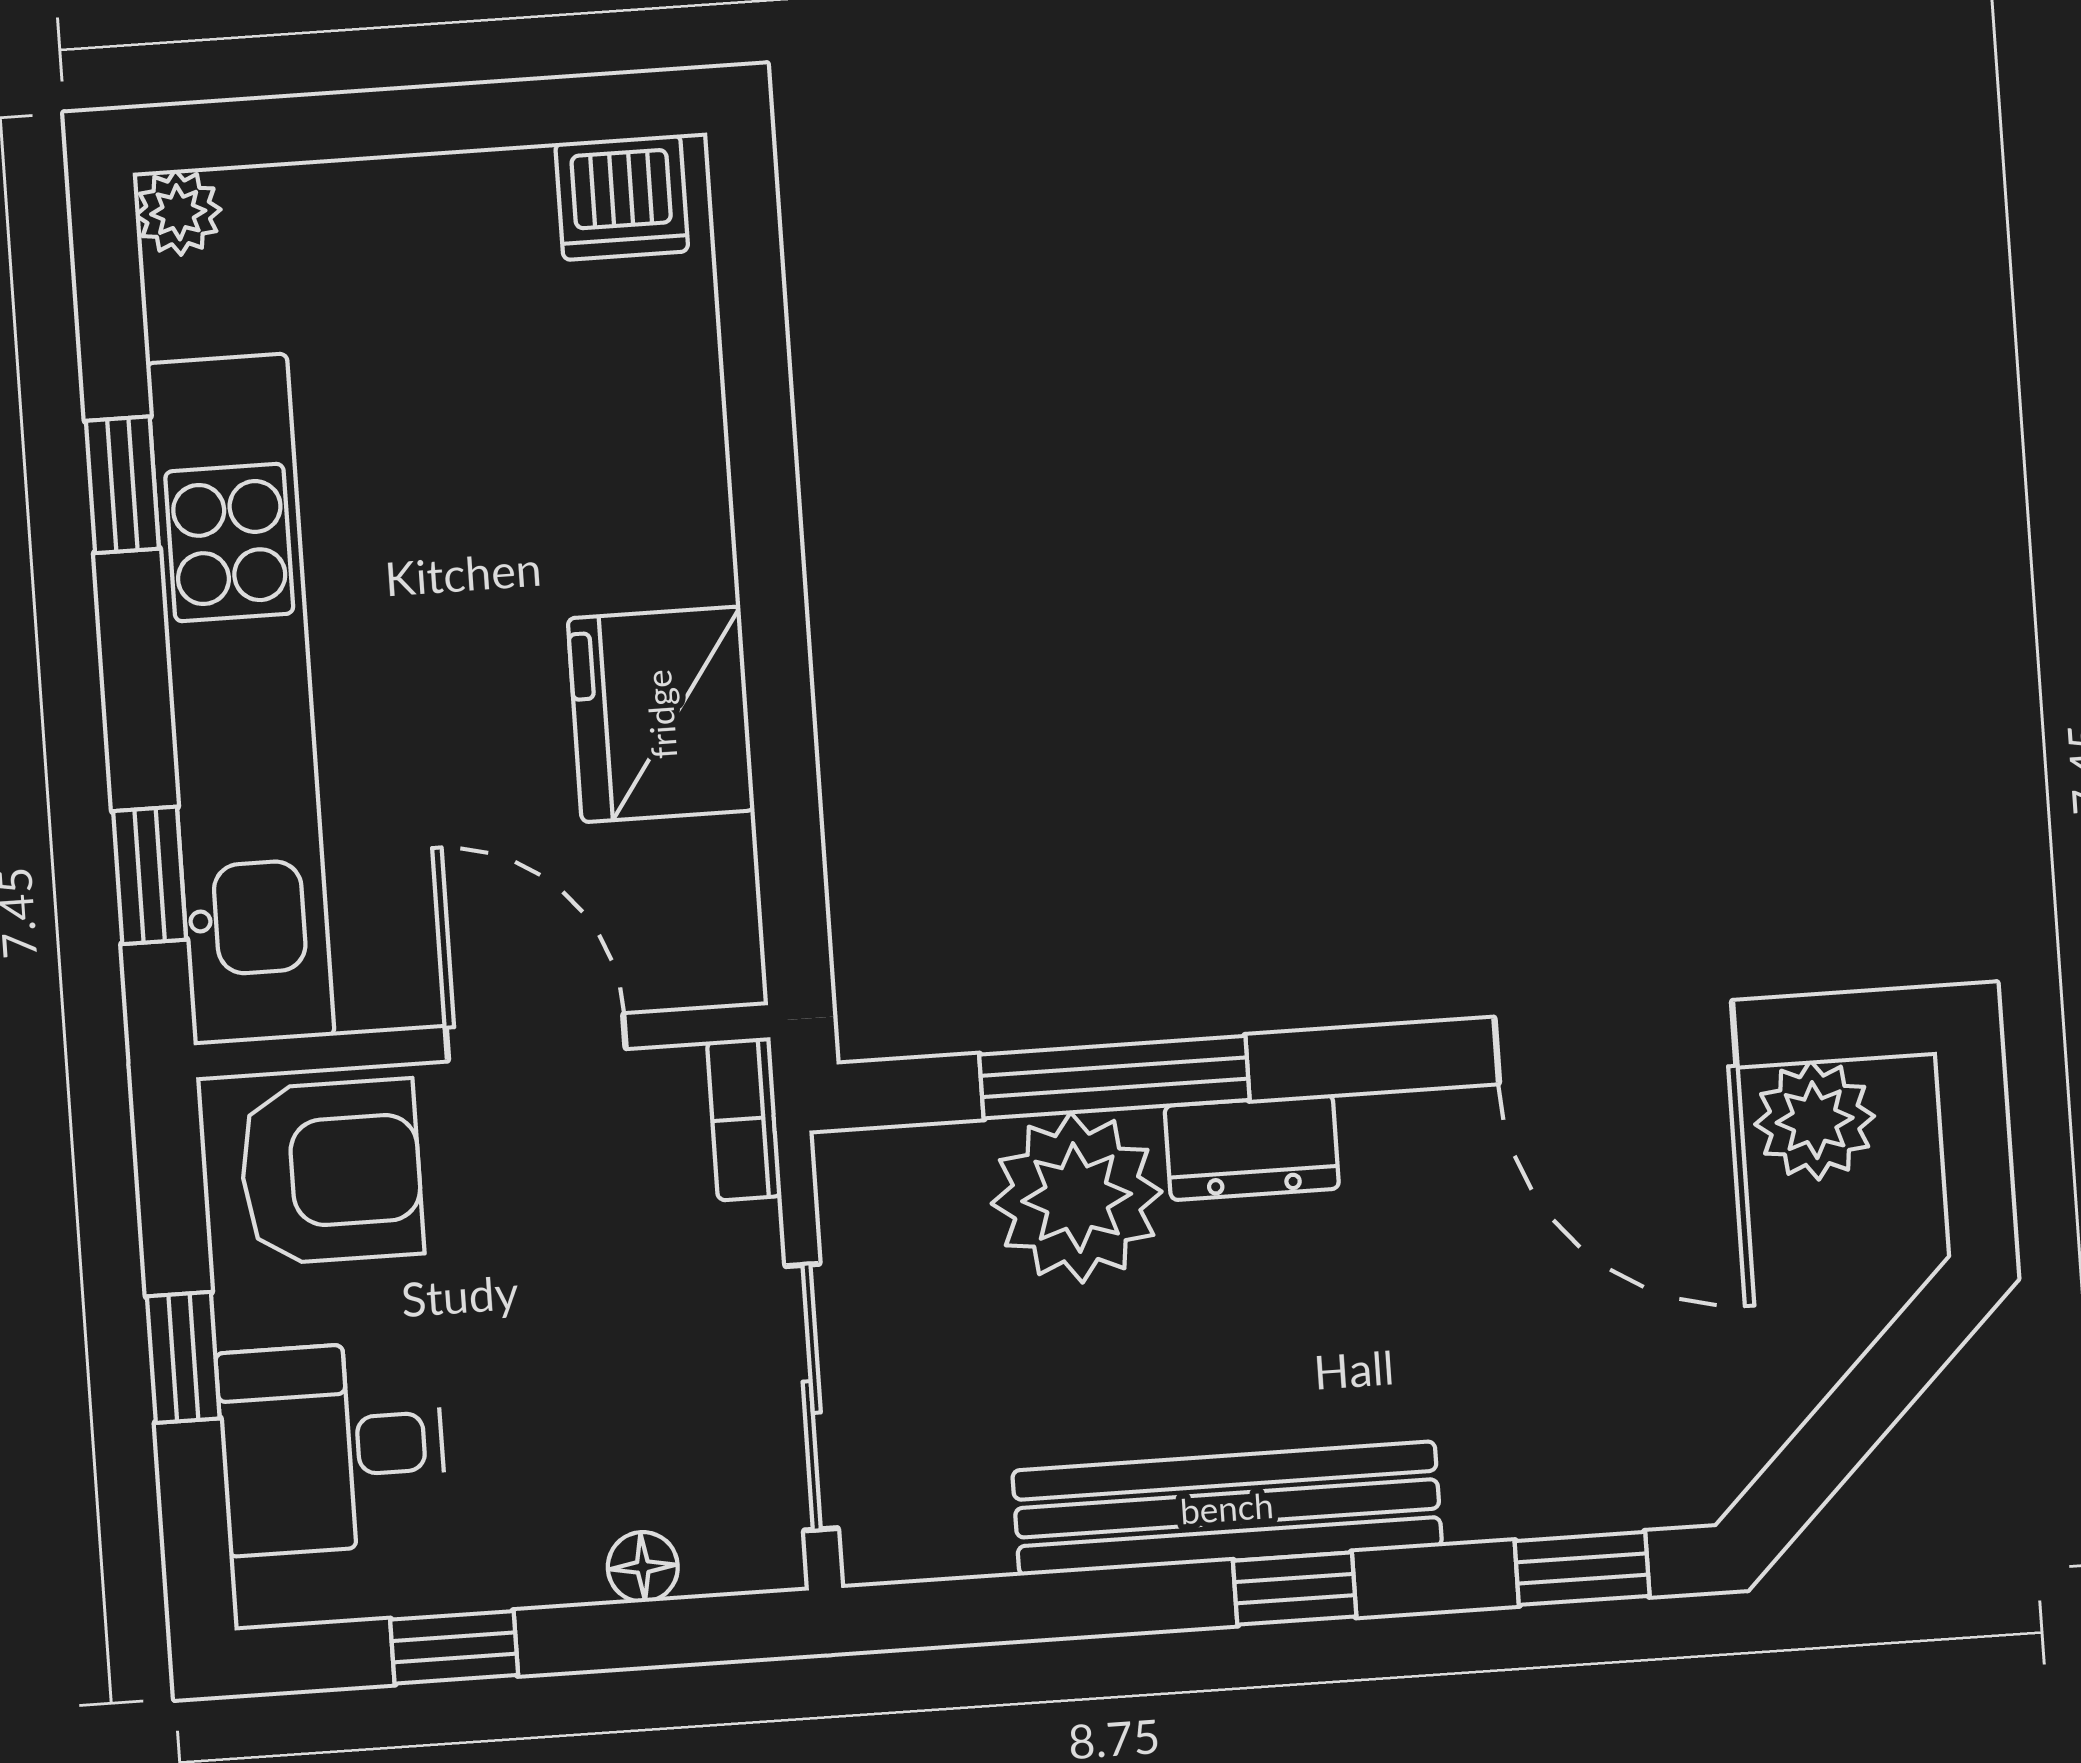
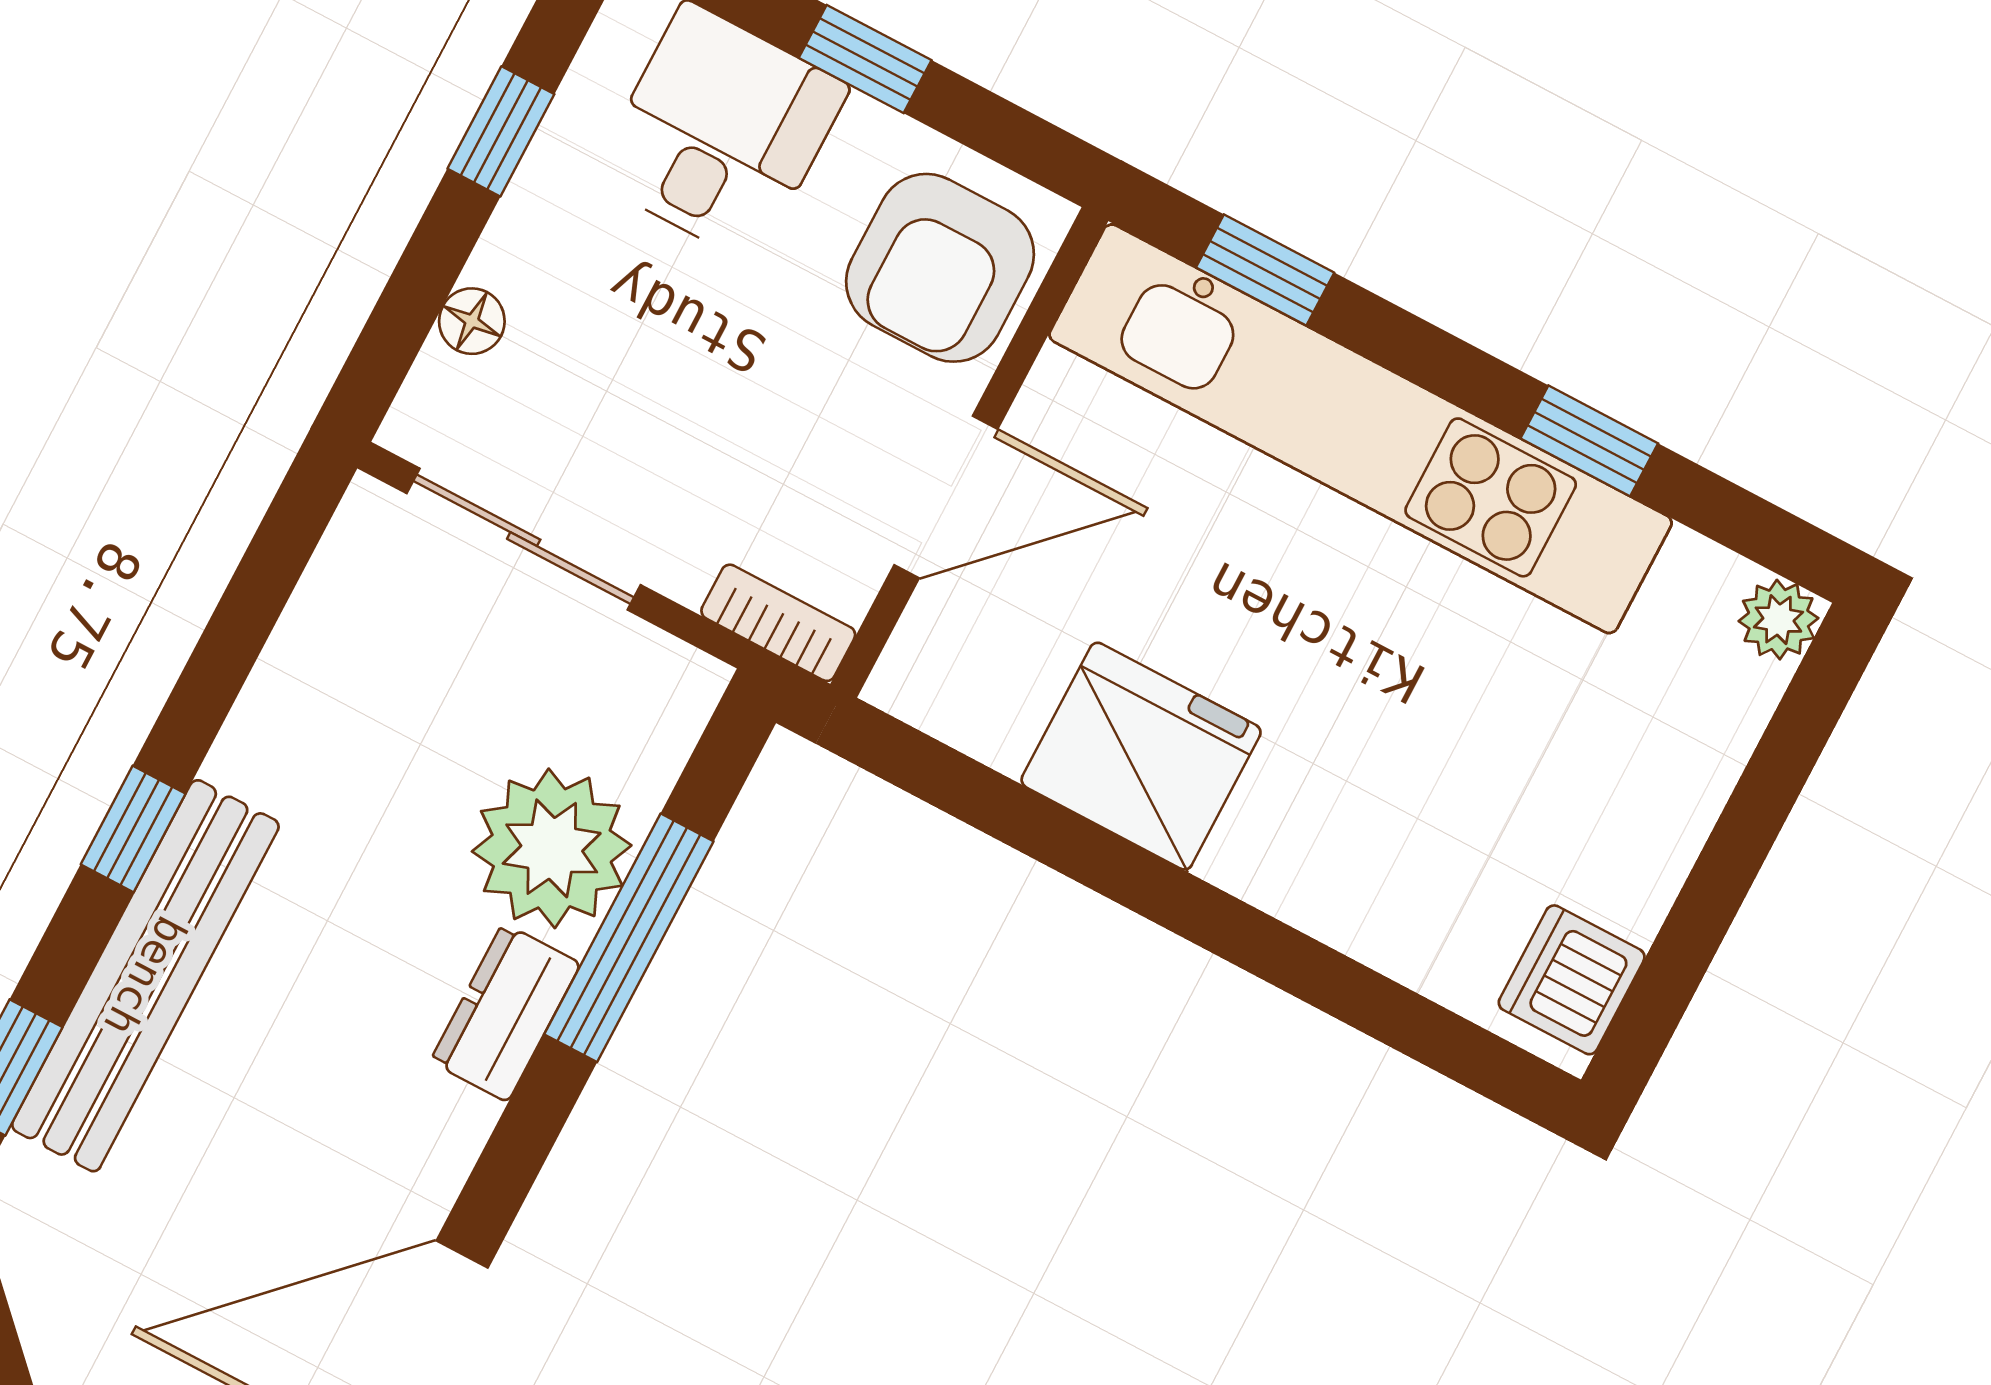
bench: (1227, 1508) -> (145, 976), moved

